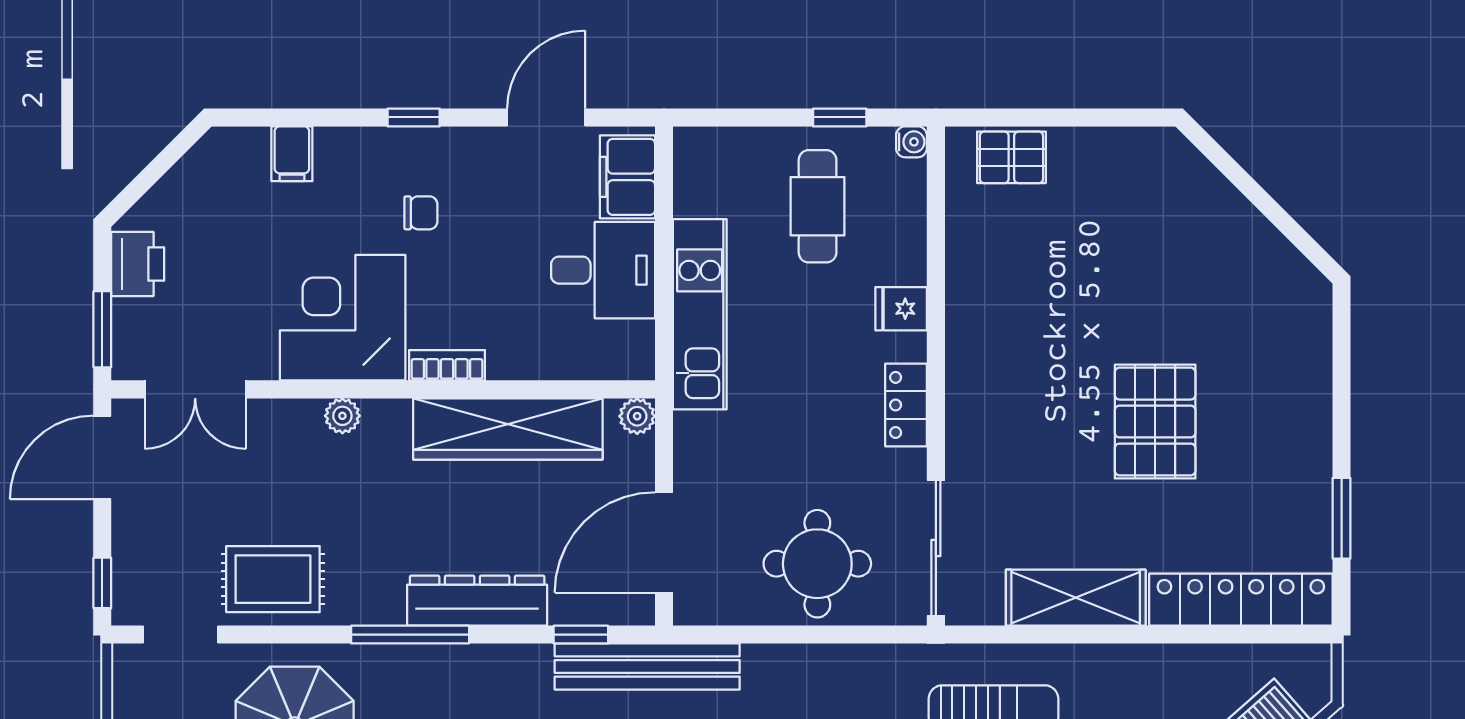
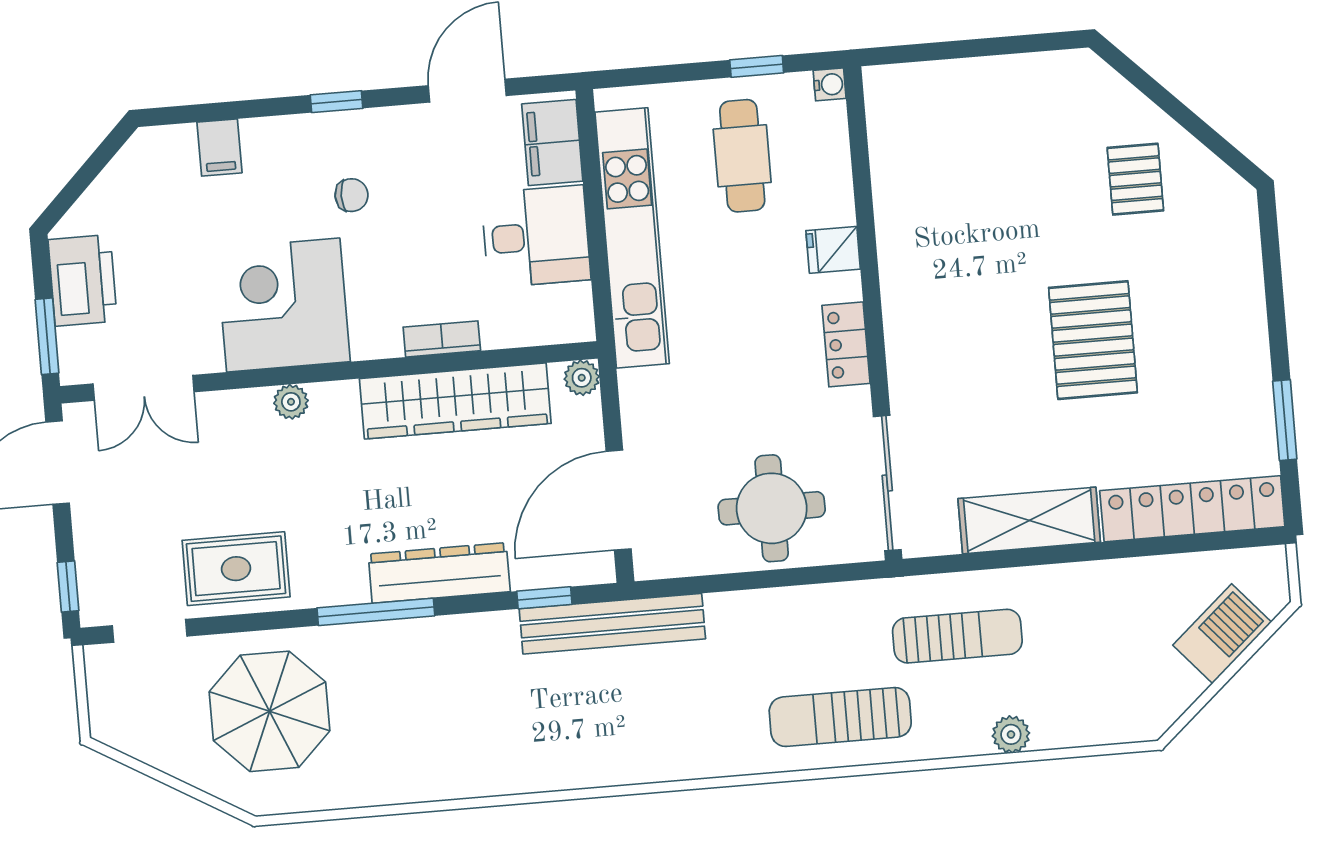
pallet: (1011, 157) -> (1135, 179), moved, turned 90
printer: (138, 264) -> (83, 280), width x1.37, depth x1.19
kitchen unit: (700, 314) -> (632, 238), width x1.36
bookcase: (447, 365) -> (442, 339), moved

